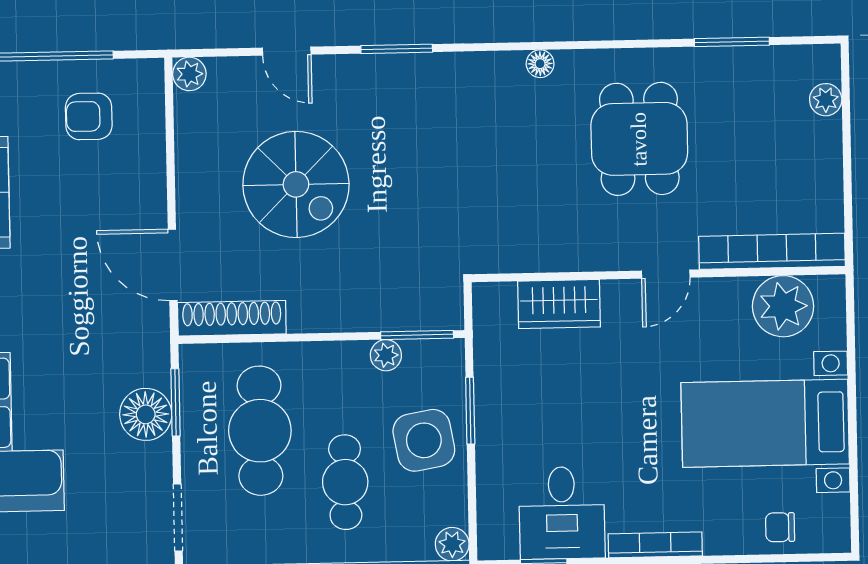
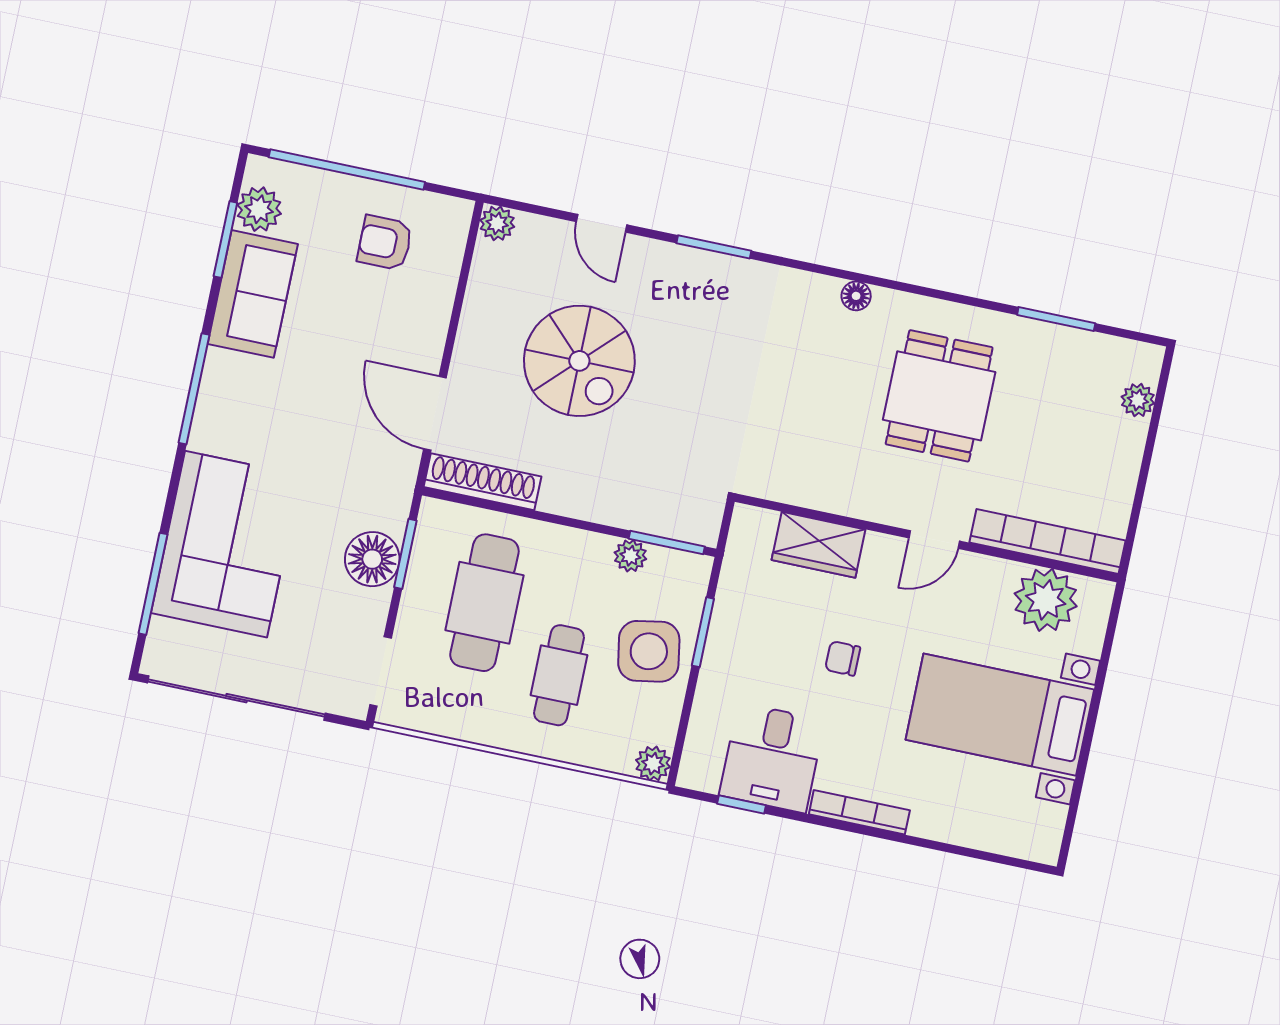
chair: (780, 527) -> (843, 658), moved

